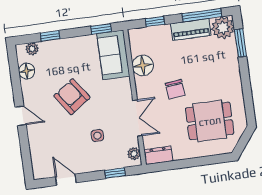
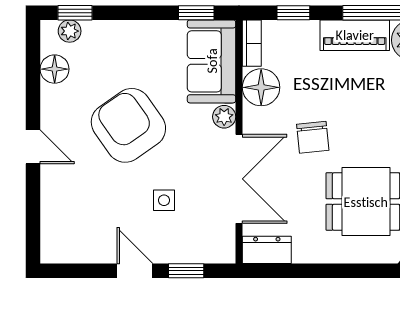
window: (50, 36) -> (75, 13), moved
bookcase: (134, 42) -> (252, 43), added
armchair: (72, 97) -> (128, 125), width x1.36, depth x1.36
double door: (137, 118) -> (239, 179), width x1.37
plant: (134, 154) -> (224, 117), moved
door: (66, 180) -> (135, 271), moved

